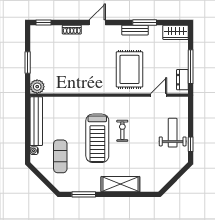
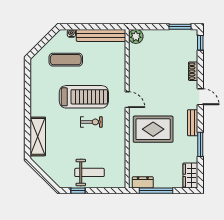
bench: (135, 30) -> (193, 123), moved
window: (28, 63) -> (180, 27), moved
door: (159, 95) -> (127, 100), moved
treadmill: (97, 138) -> (84, 97), turned 180
shelving: (120, 184) -> (38, 136), moved
window: (84, 194) -> (27, 83), removed

